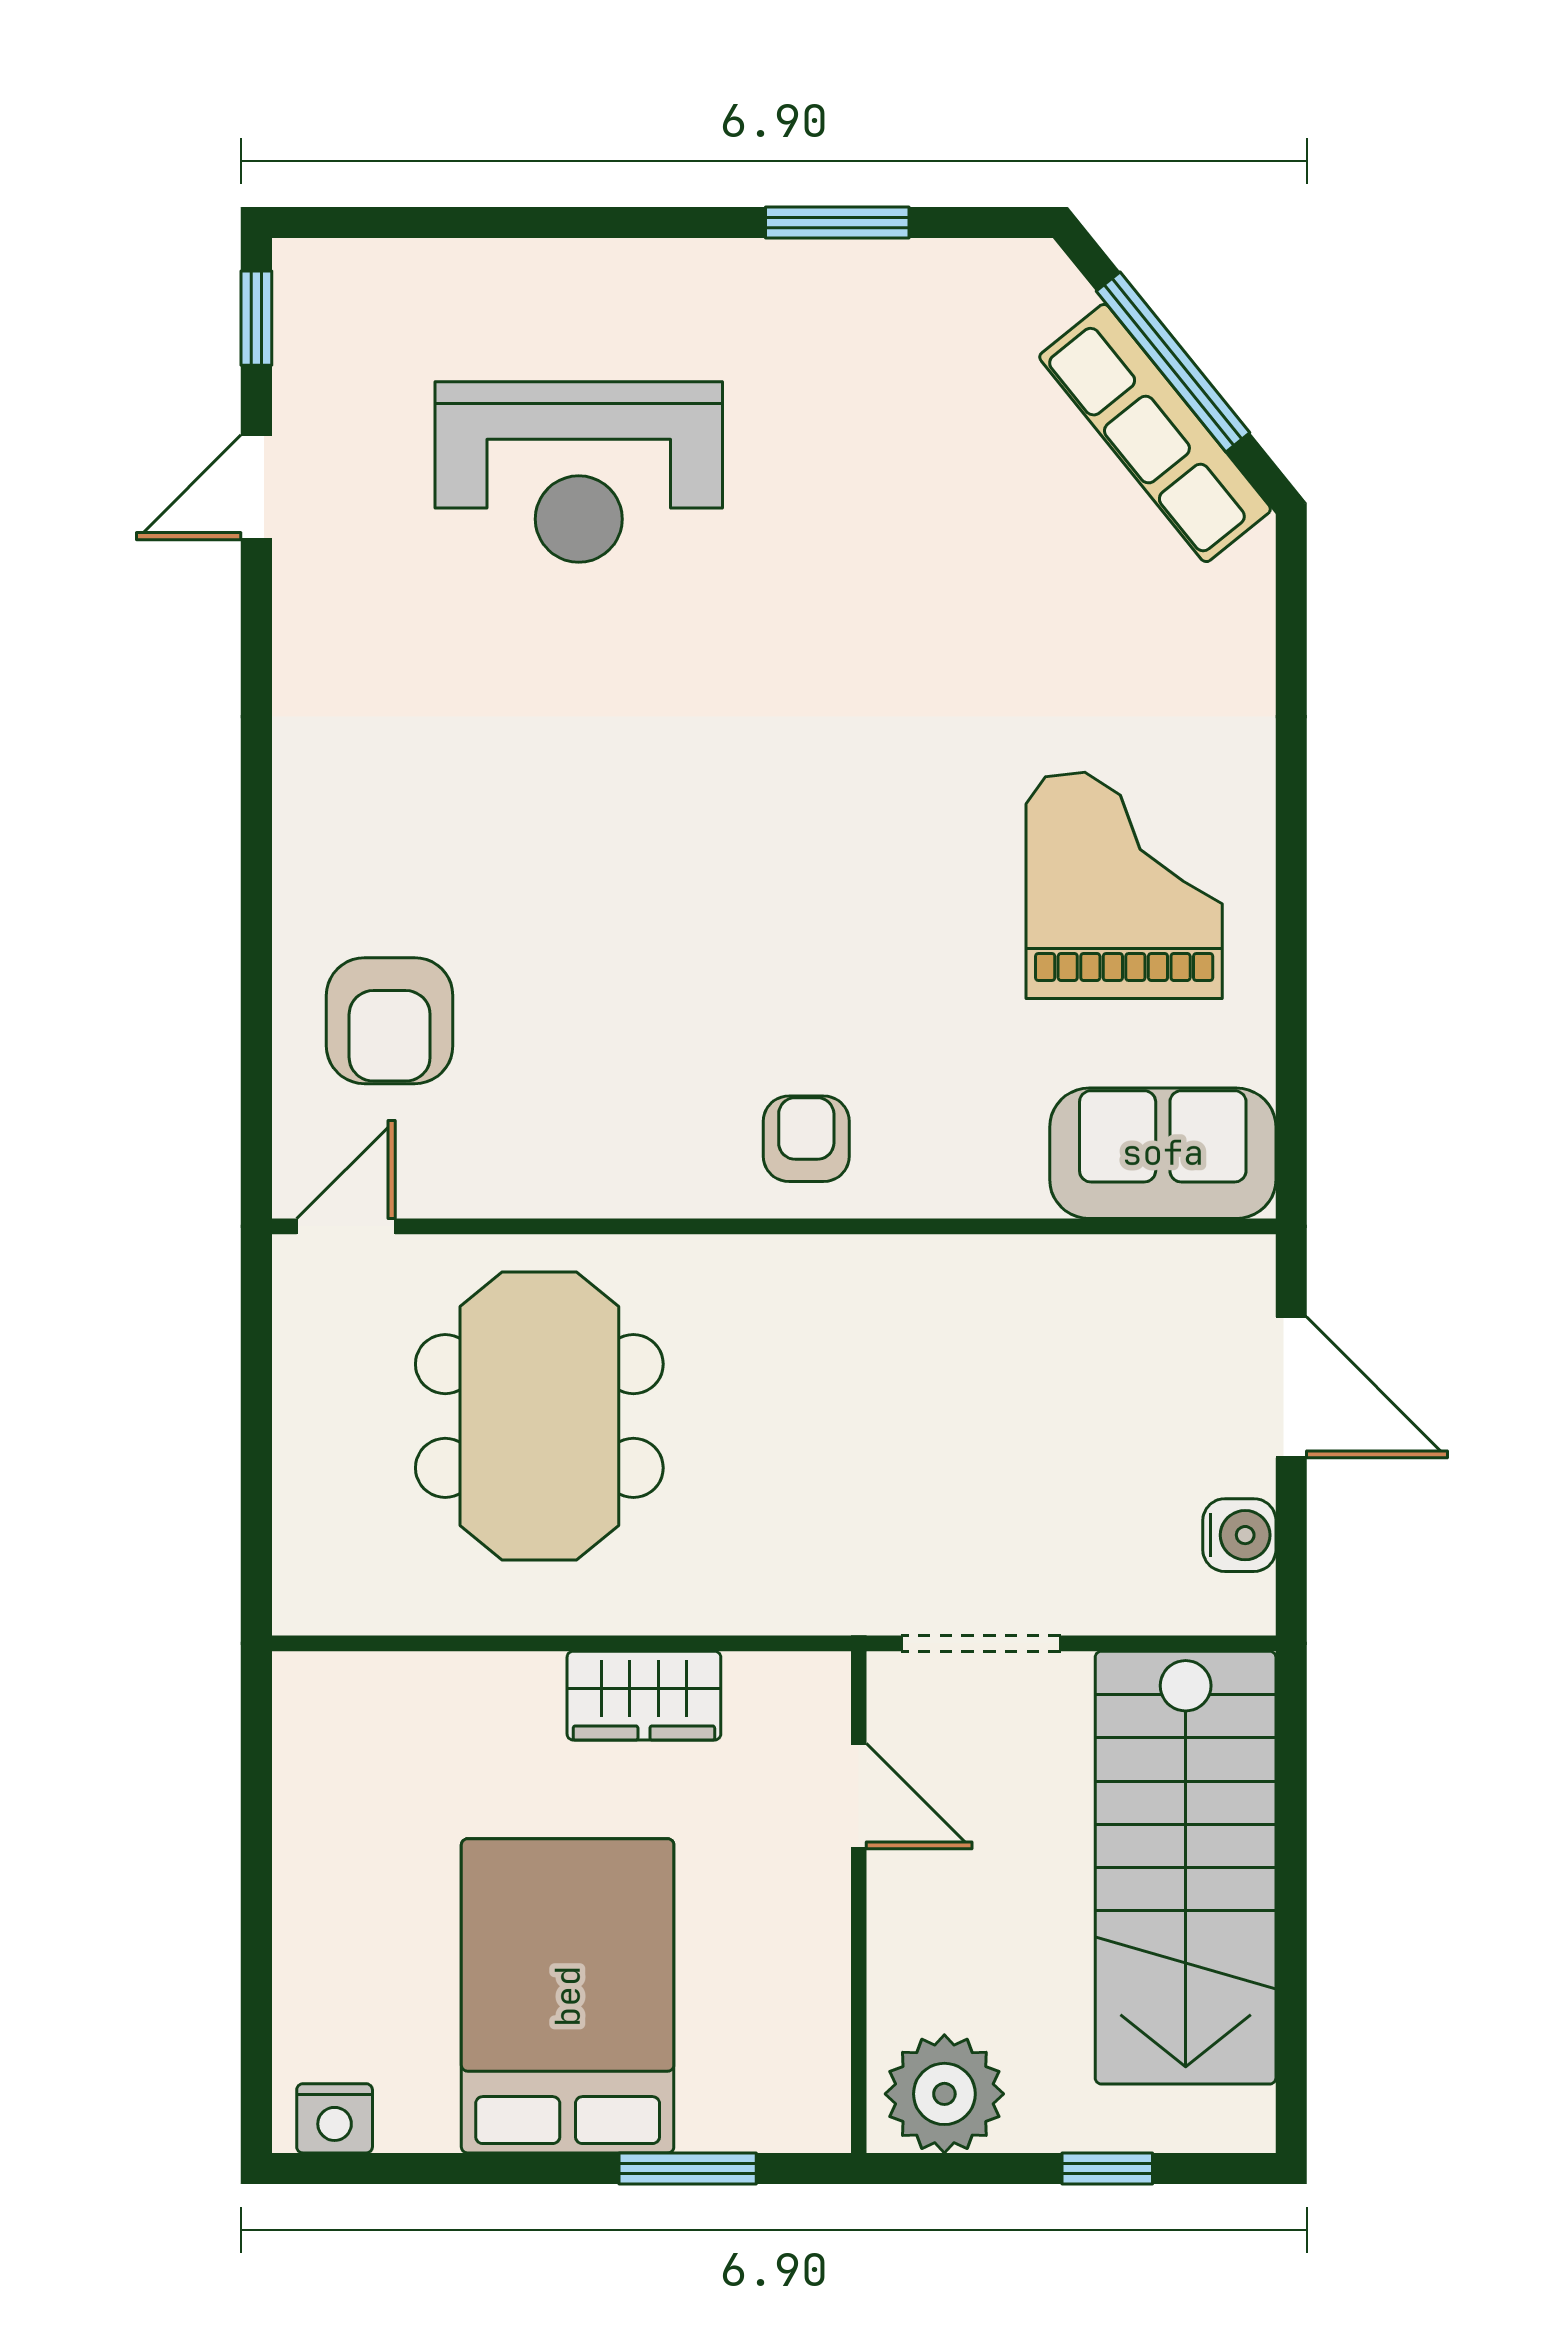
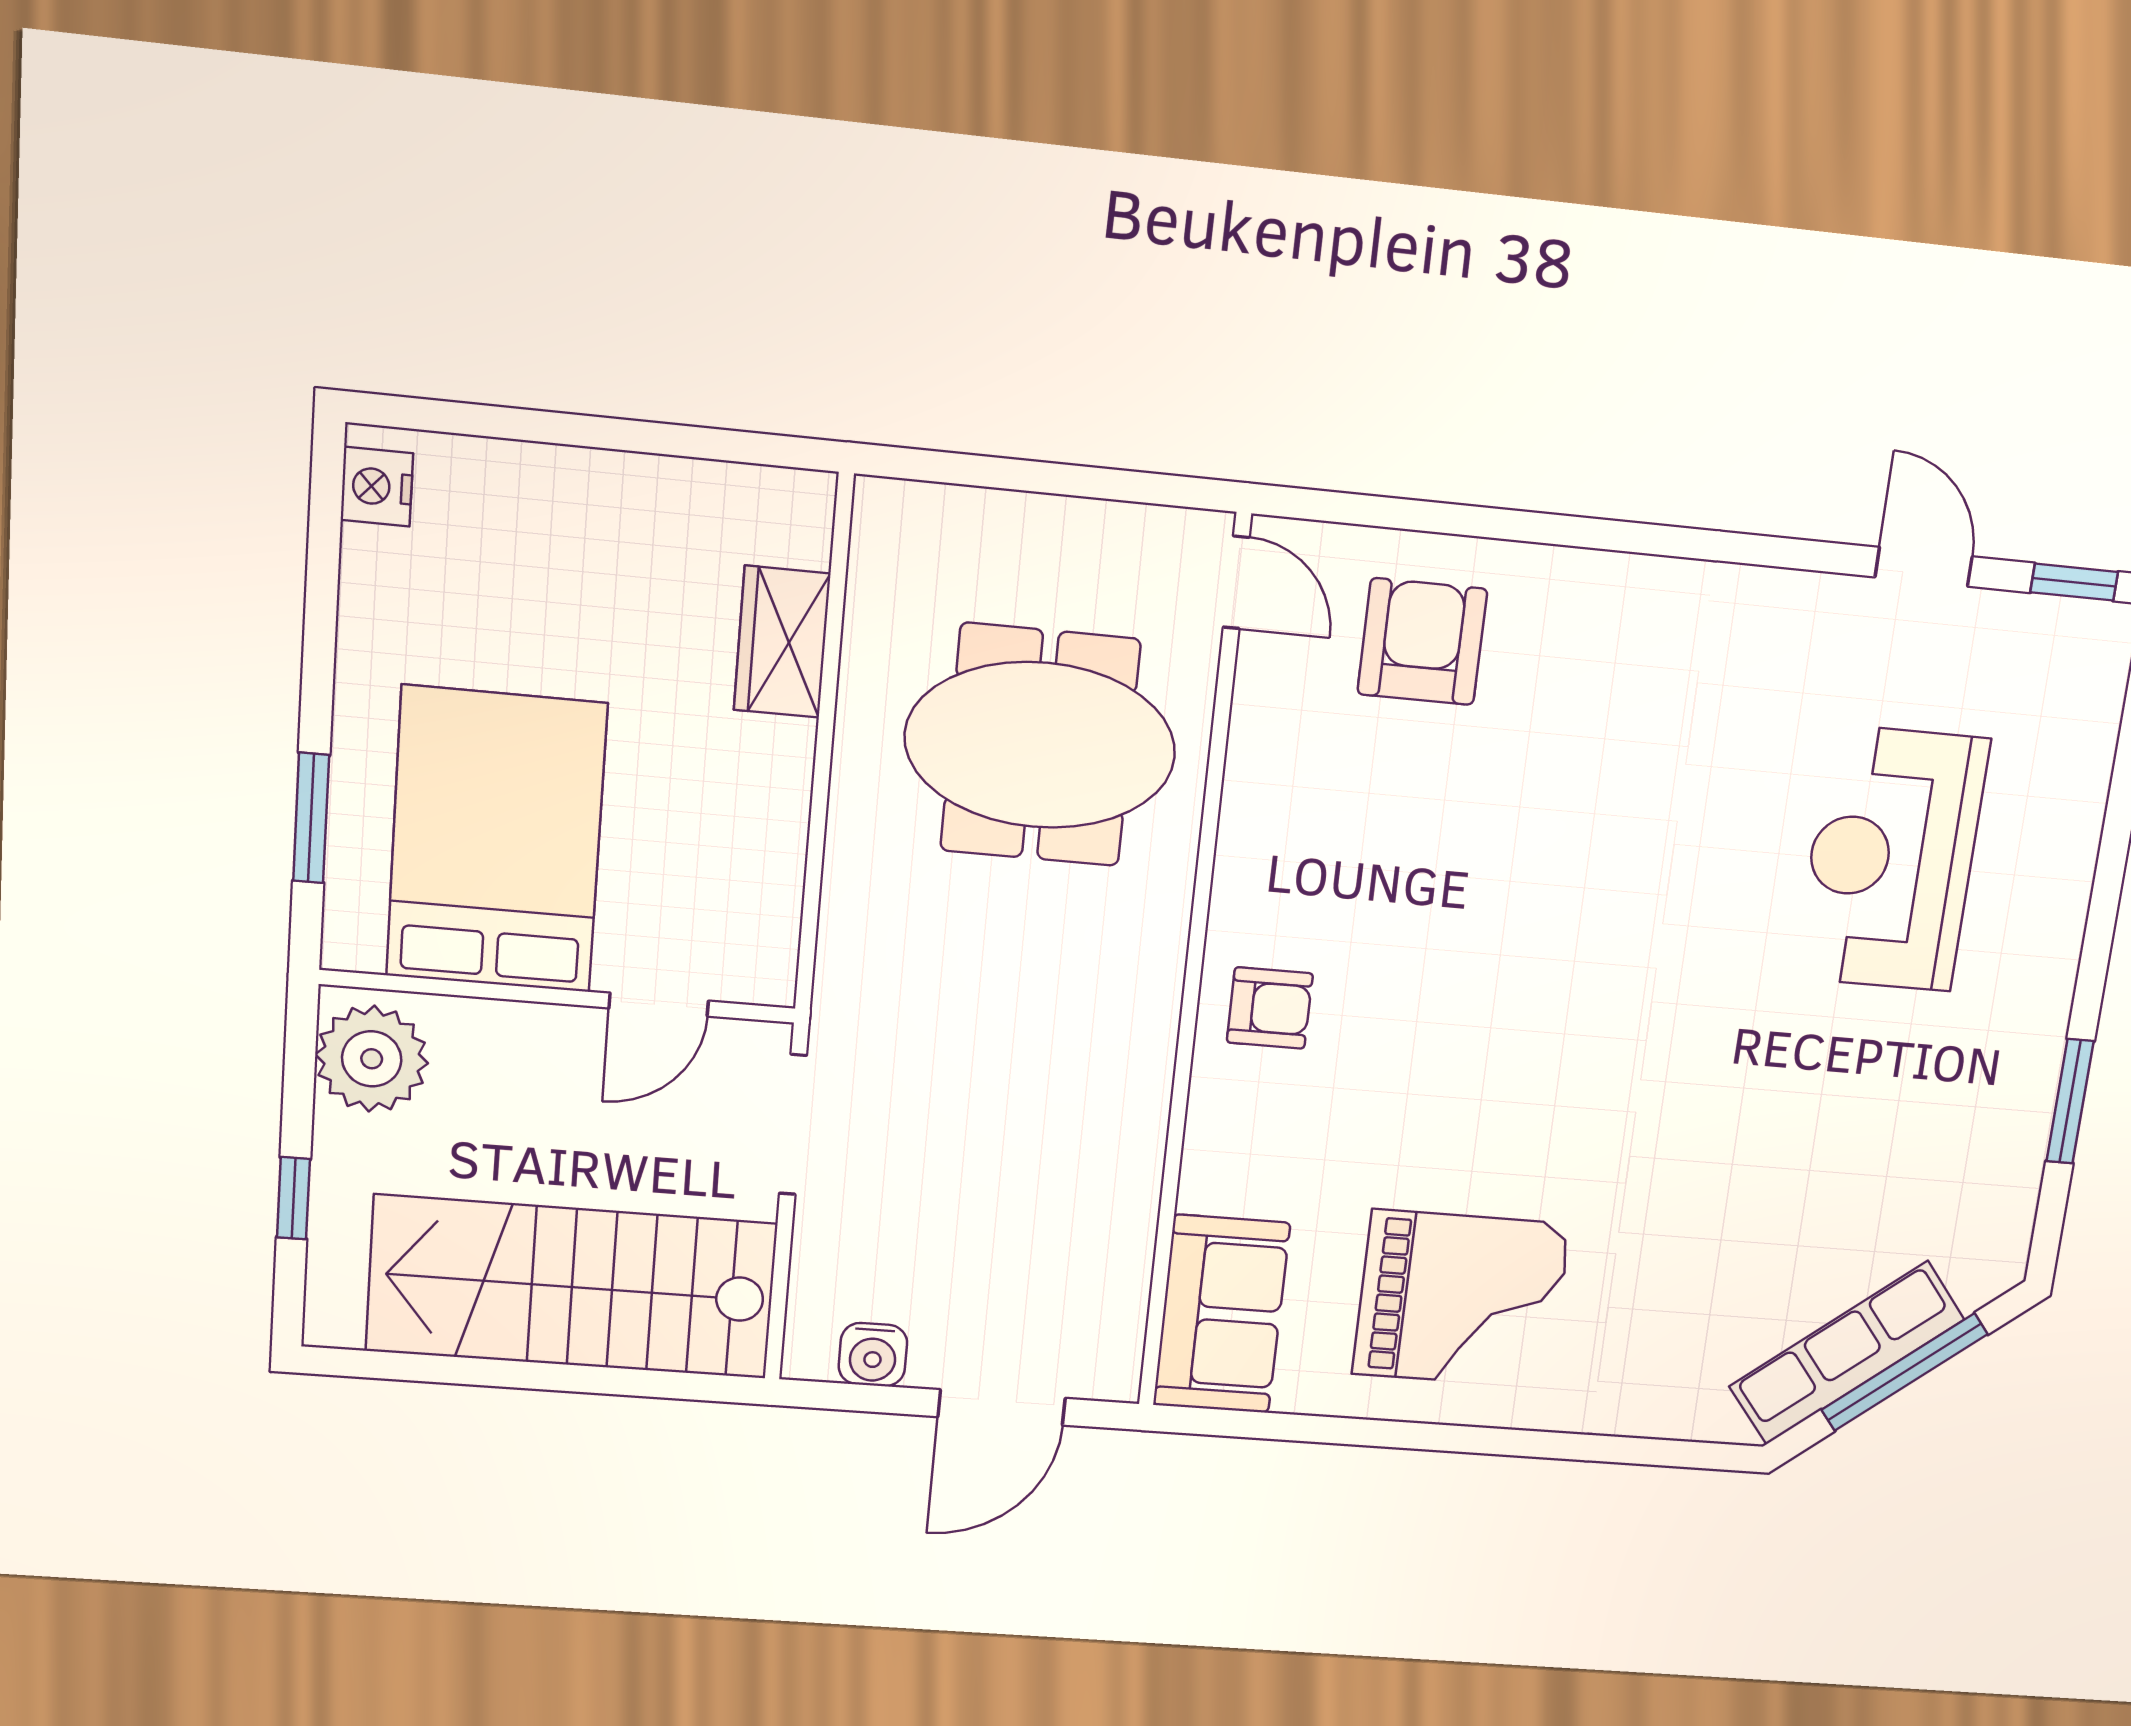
armchair: (390, 1021) -> (1422, 642), turned 90
wardrobe: (644, 1696) -> (782, 642), moved
bed: (568, 1996) -> (496, 840), moved, turned -90

